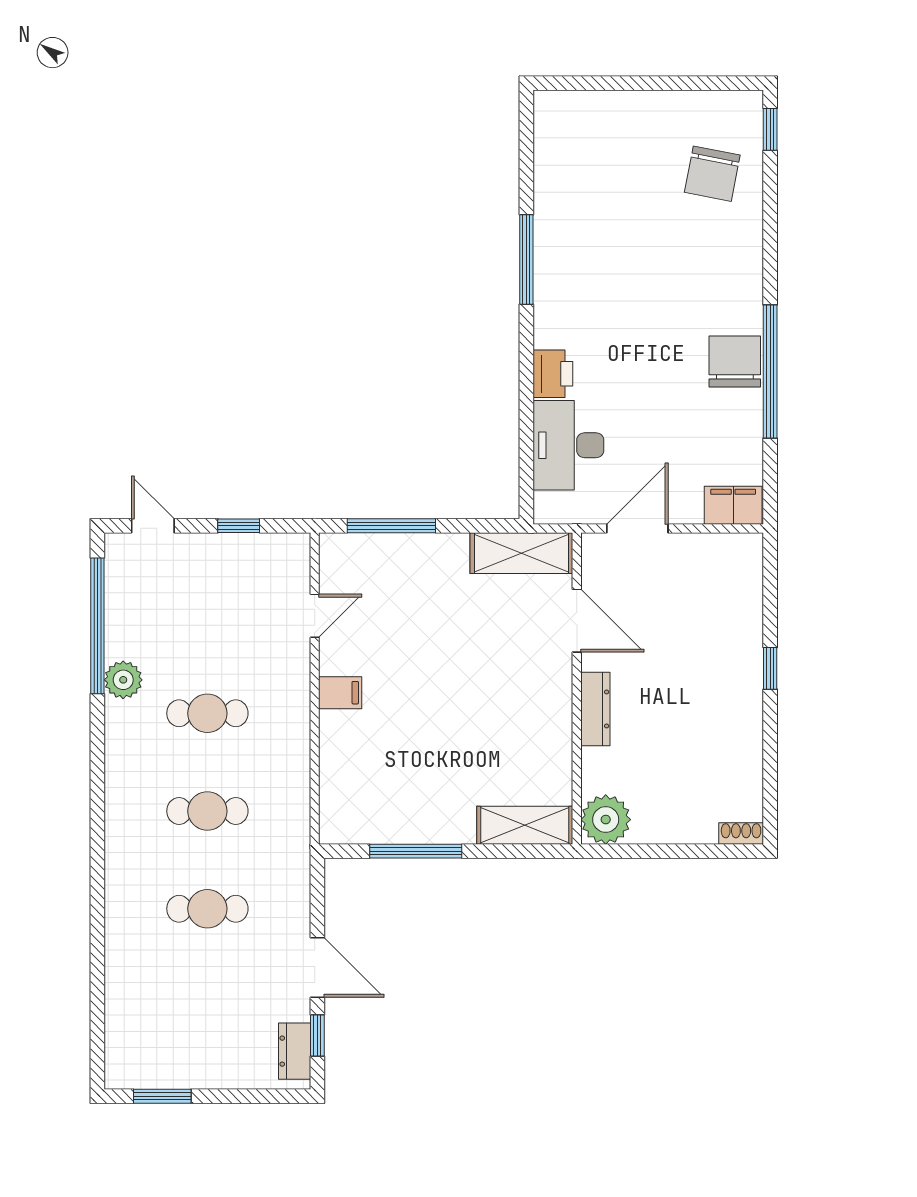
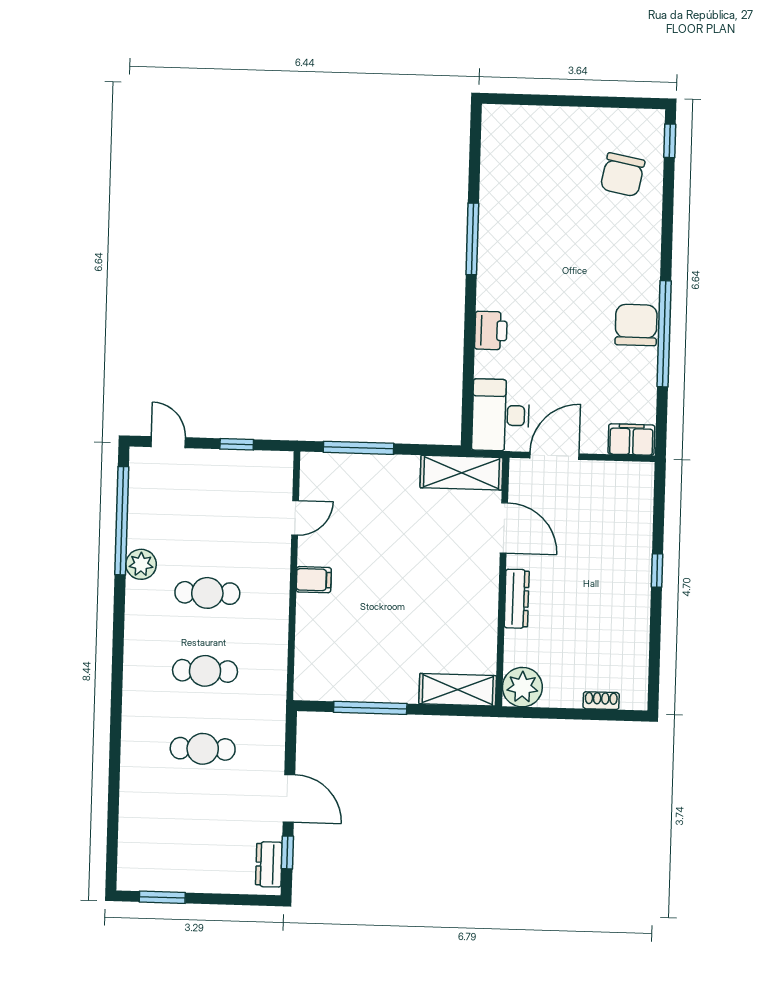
desk: (568, 445) -> (501, 415), moved
shoe rack: (741, 834) -> (601, 701), moved

